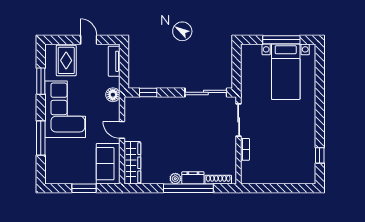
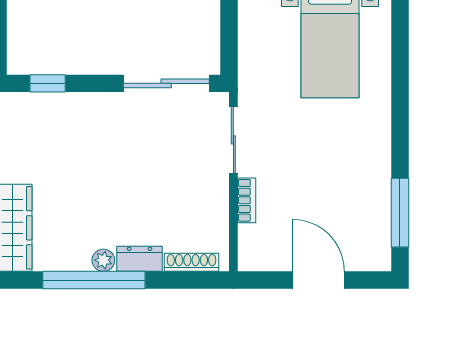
window: (320, 155) -> (400, 213), width x2.17
window: (188, 188) -> (94, 280), moved
door: (280, 188) -> (318, 280), added

